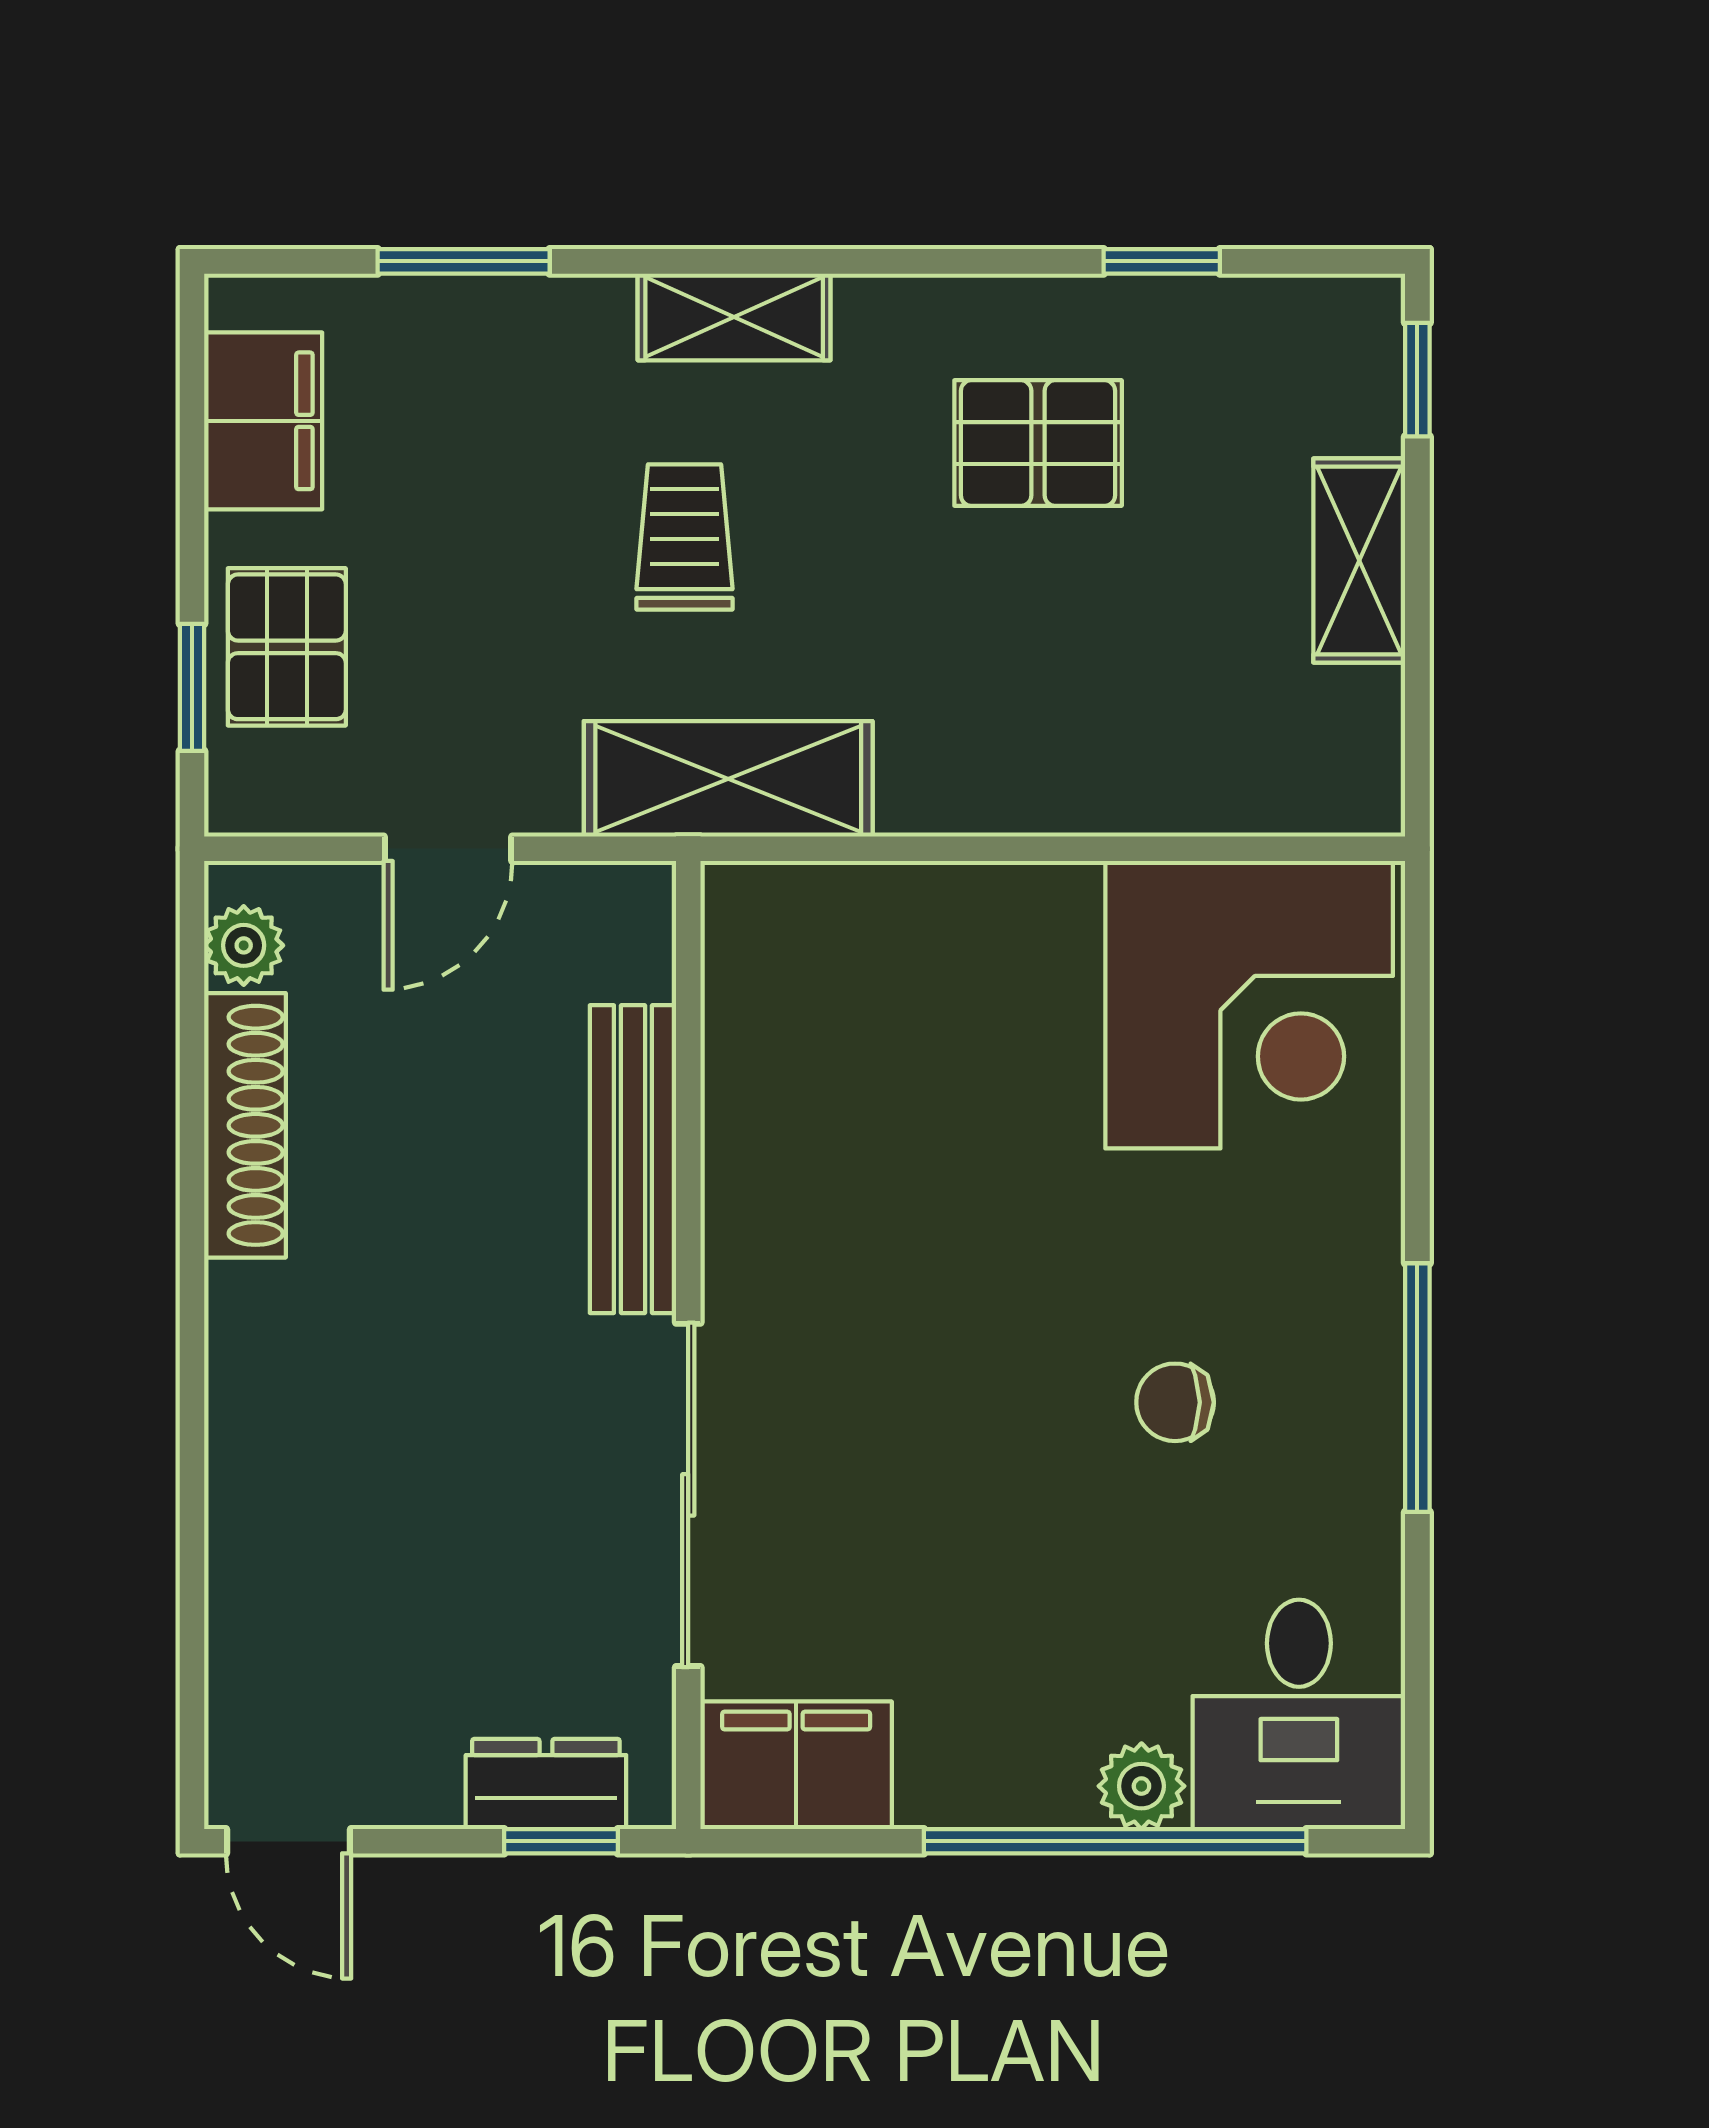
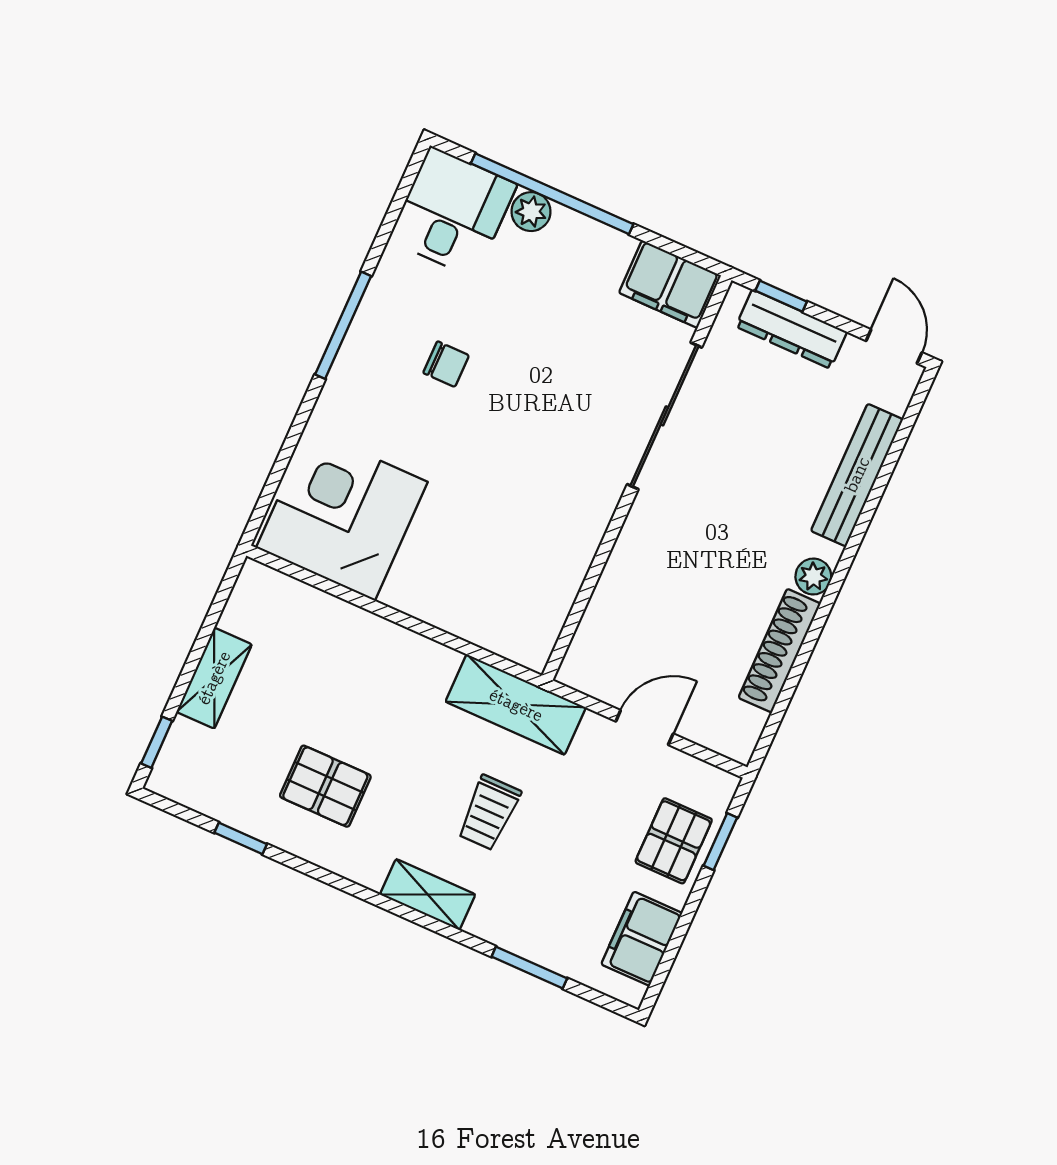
plant: (244, 945) -> (813, 577), moved
bench: (633, 1159) -> (857, 475), moved
dresser: (546, 1784) -> (791, 329), width x1.44

